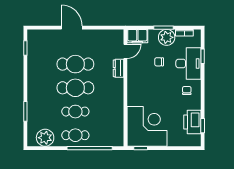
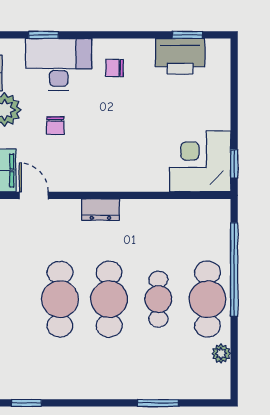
dresser: (119, 68) -> (100, 210), moved
corner desk: (147, 126) -> (200, 161), width x0.74, depth x0.74
cafe table: (75, 135) -> (208, 299), width x1.37, depth x1.35
plant: (45, 138) -> (221, 354), width x0.53, depth x0.53

